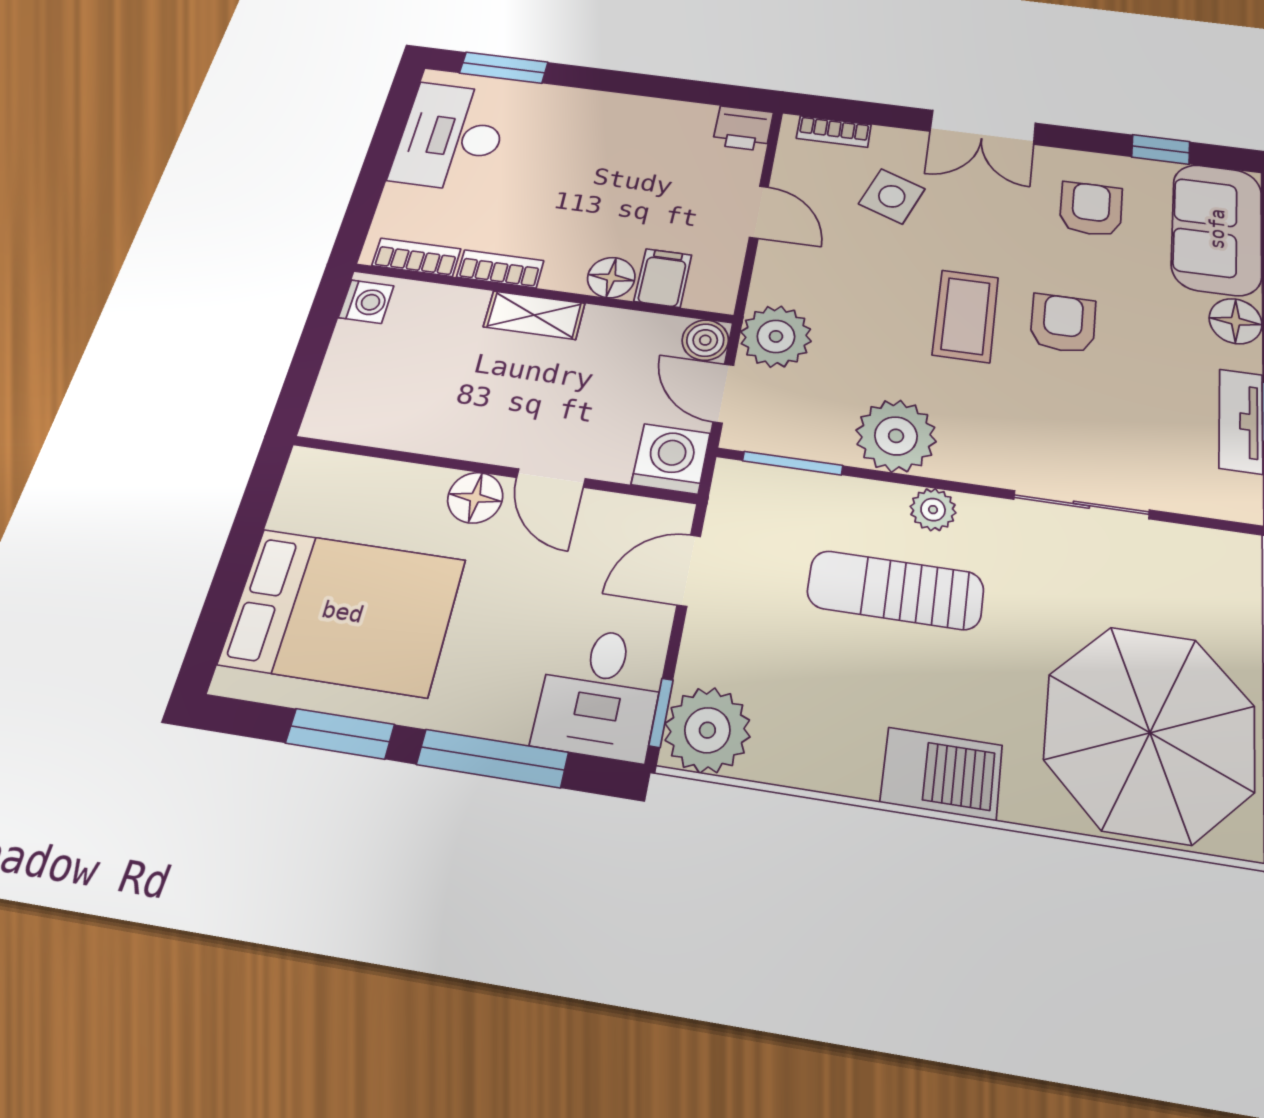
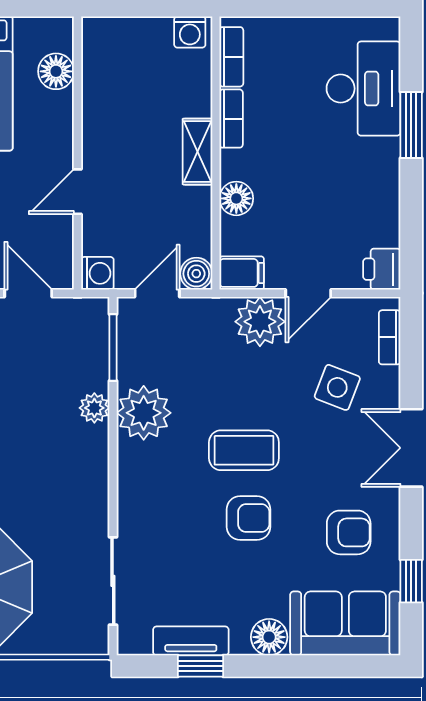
window: (504, 68) -> (411, 125), moved
desk: (451, 137) -> (364, 89), moved, turned 90
filing cabinet: (663, 278) -> (242, 273), moved
plant: (776, 336) -> (260, 322), moved
washing machine: (671, 459) -> (97, 273), width x0.73, depth x0.73
floor lamp: (475, 498) -> (56, 71), moved
sliding door: (1081, 505) -> (113, 581), moved
plant: (933, 510) -> (94, 408), moved
sun lounger: (895, 590) -> (36, 425), removed

